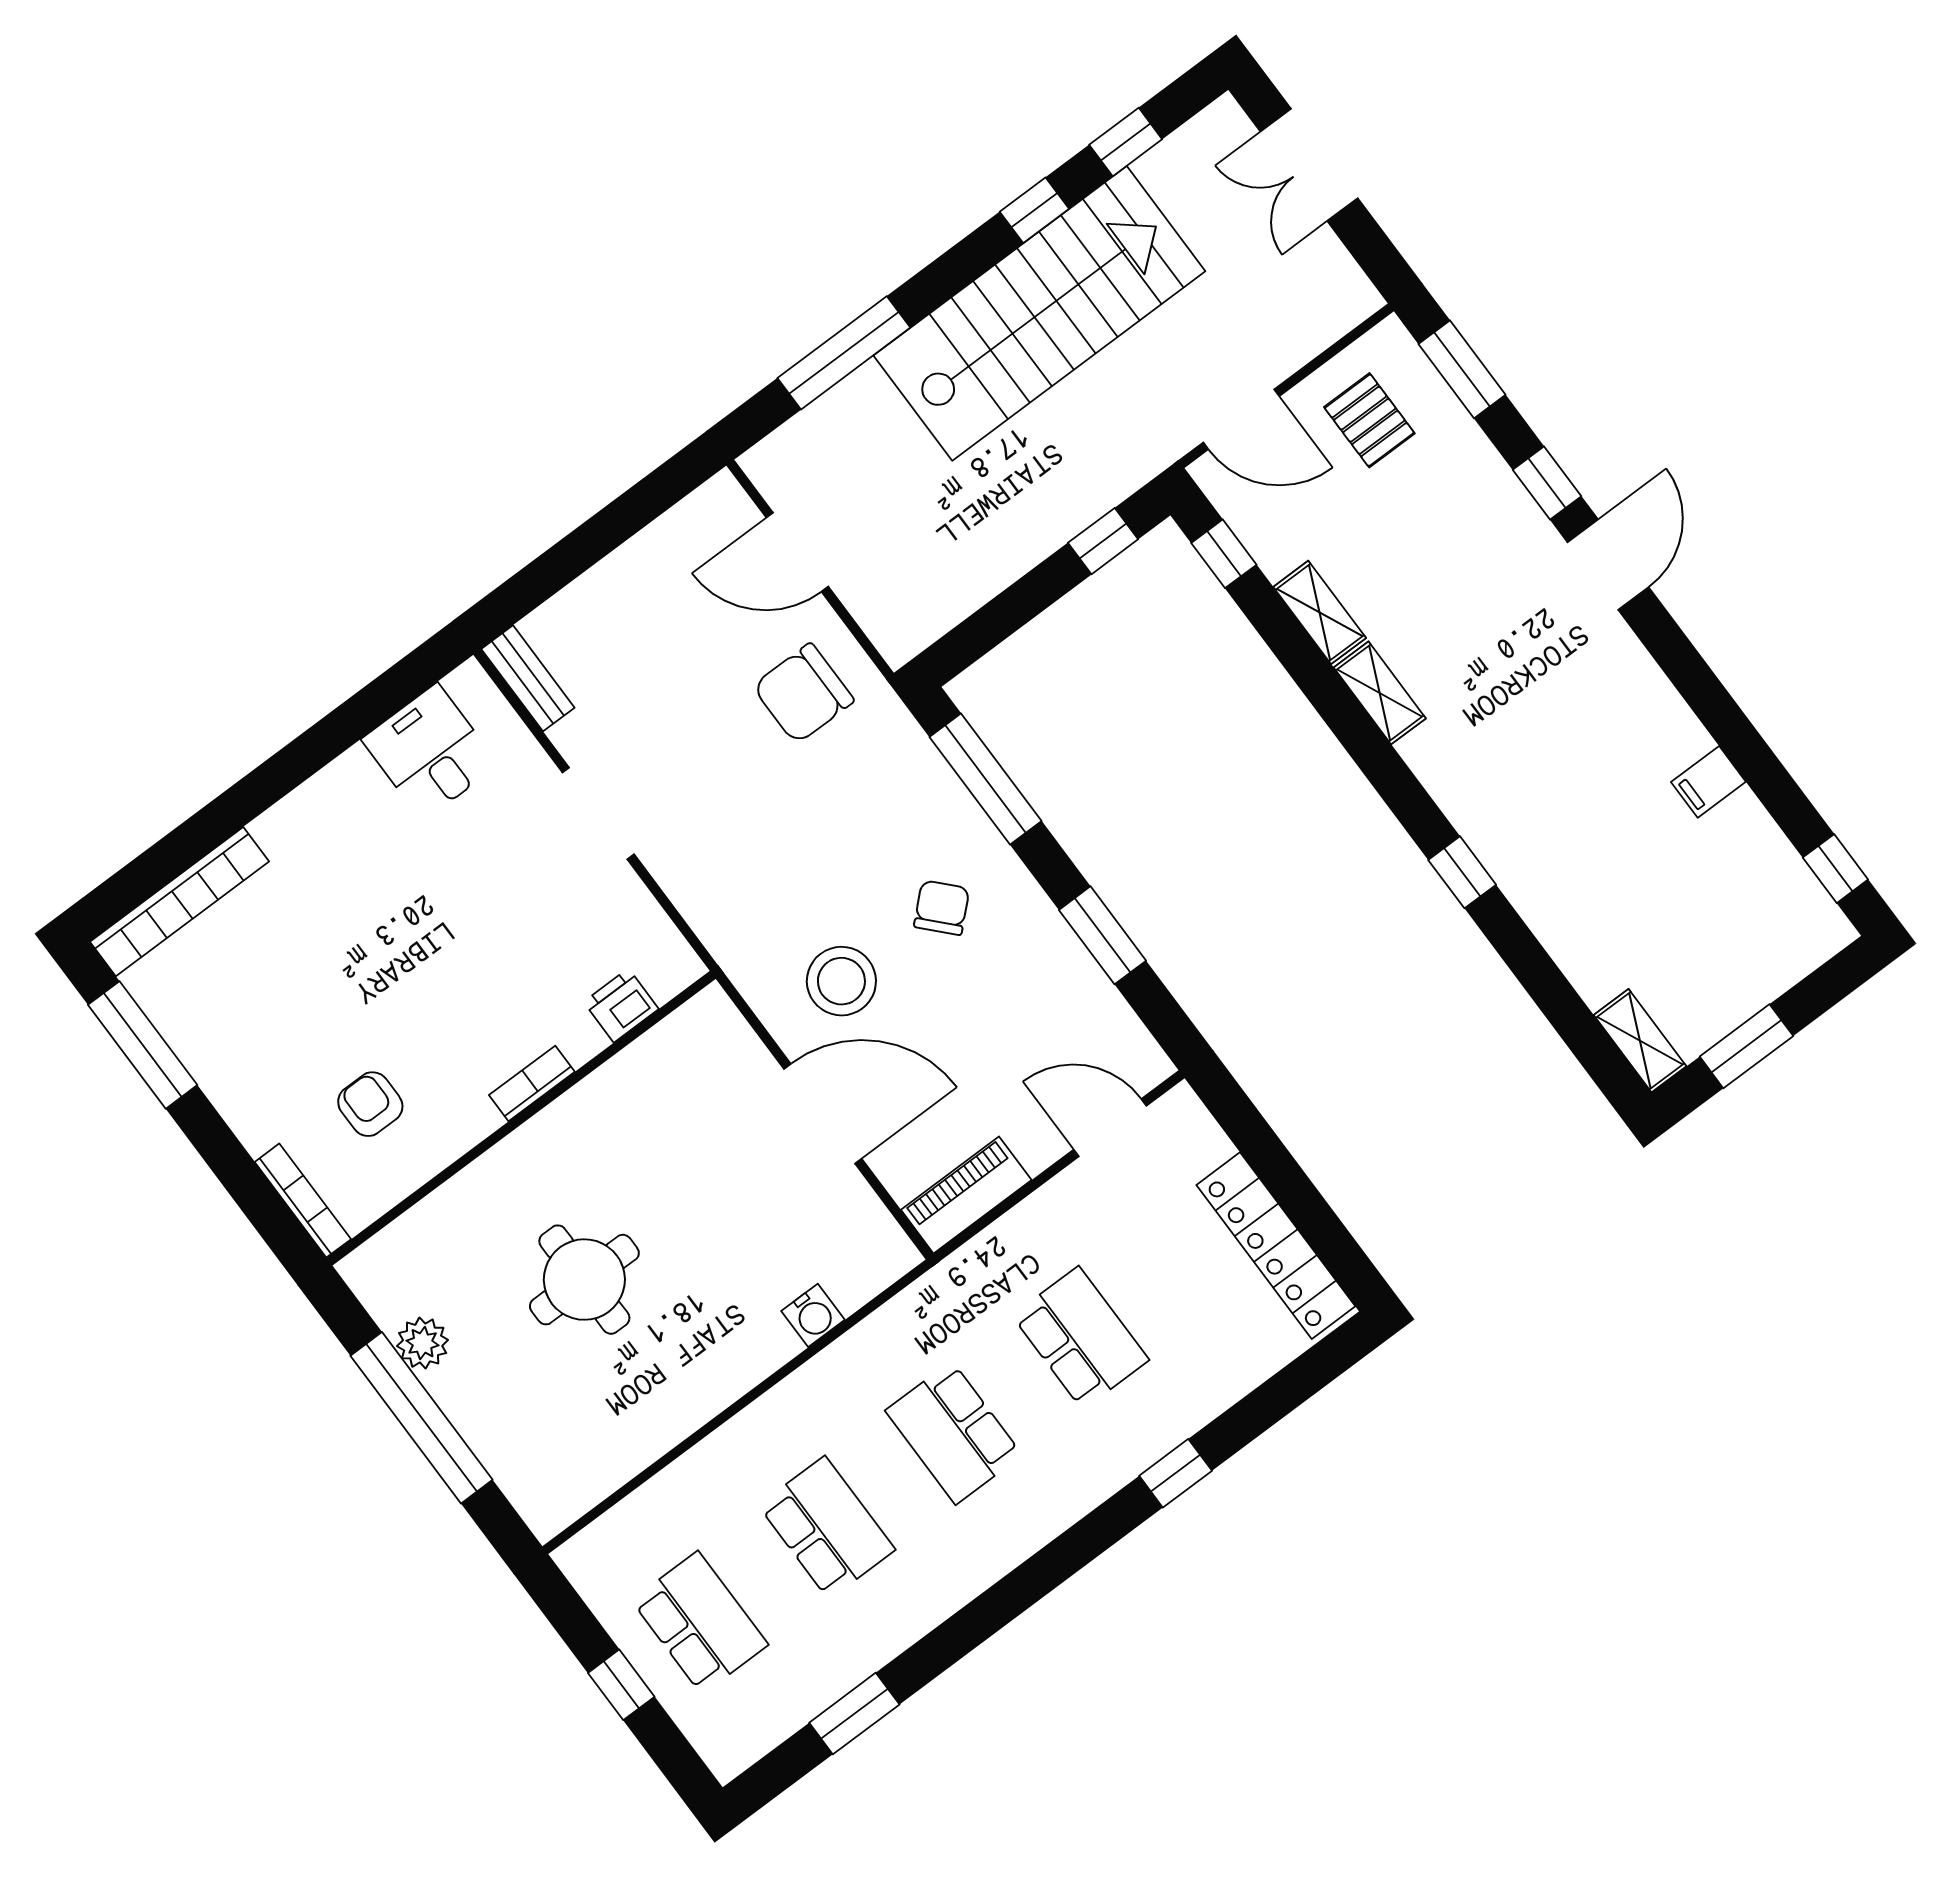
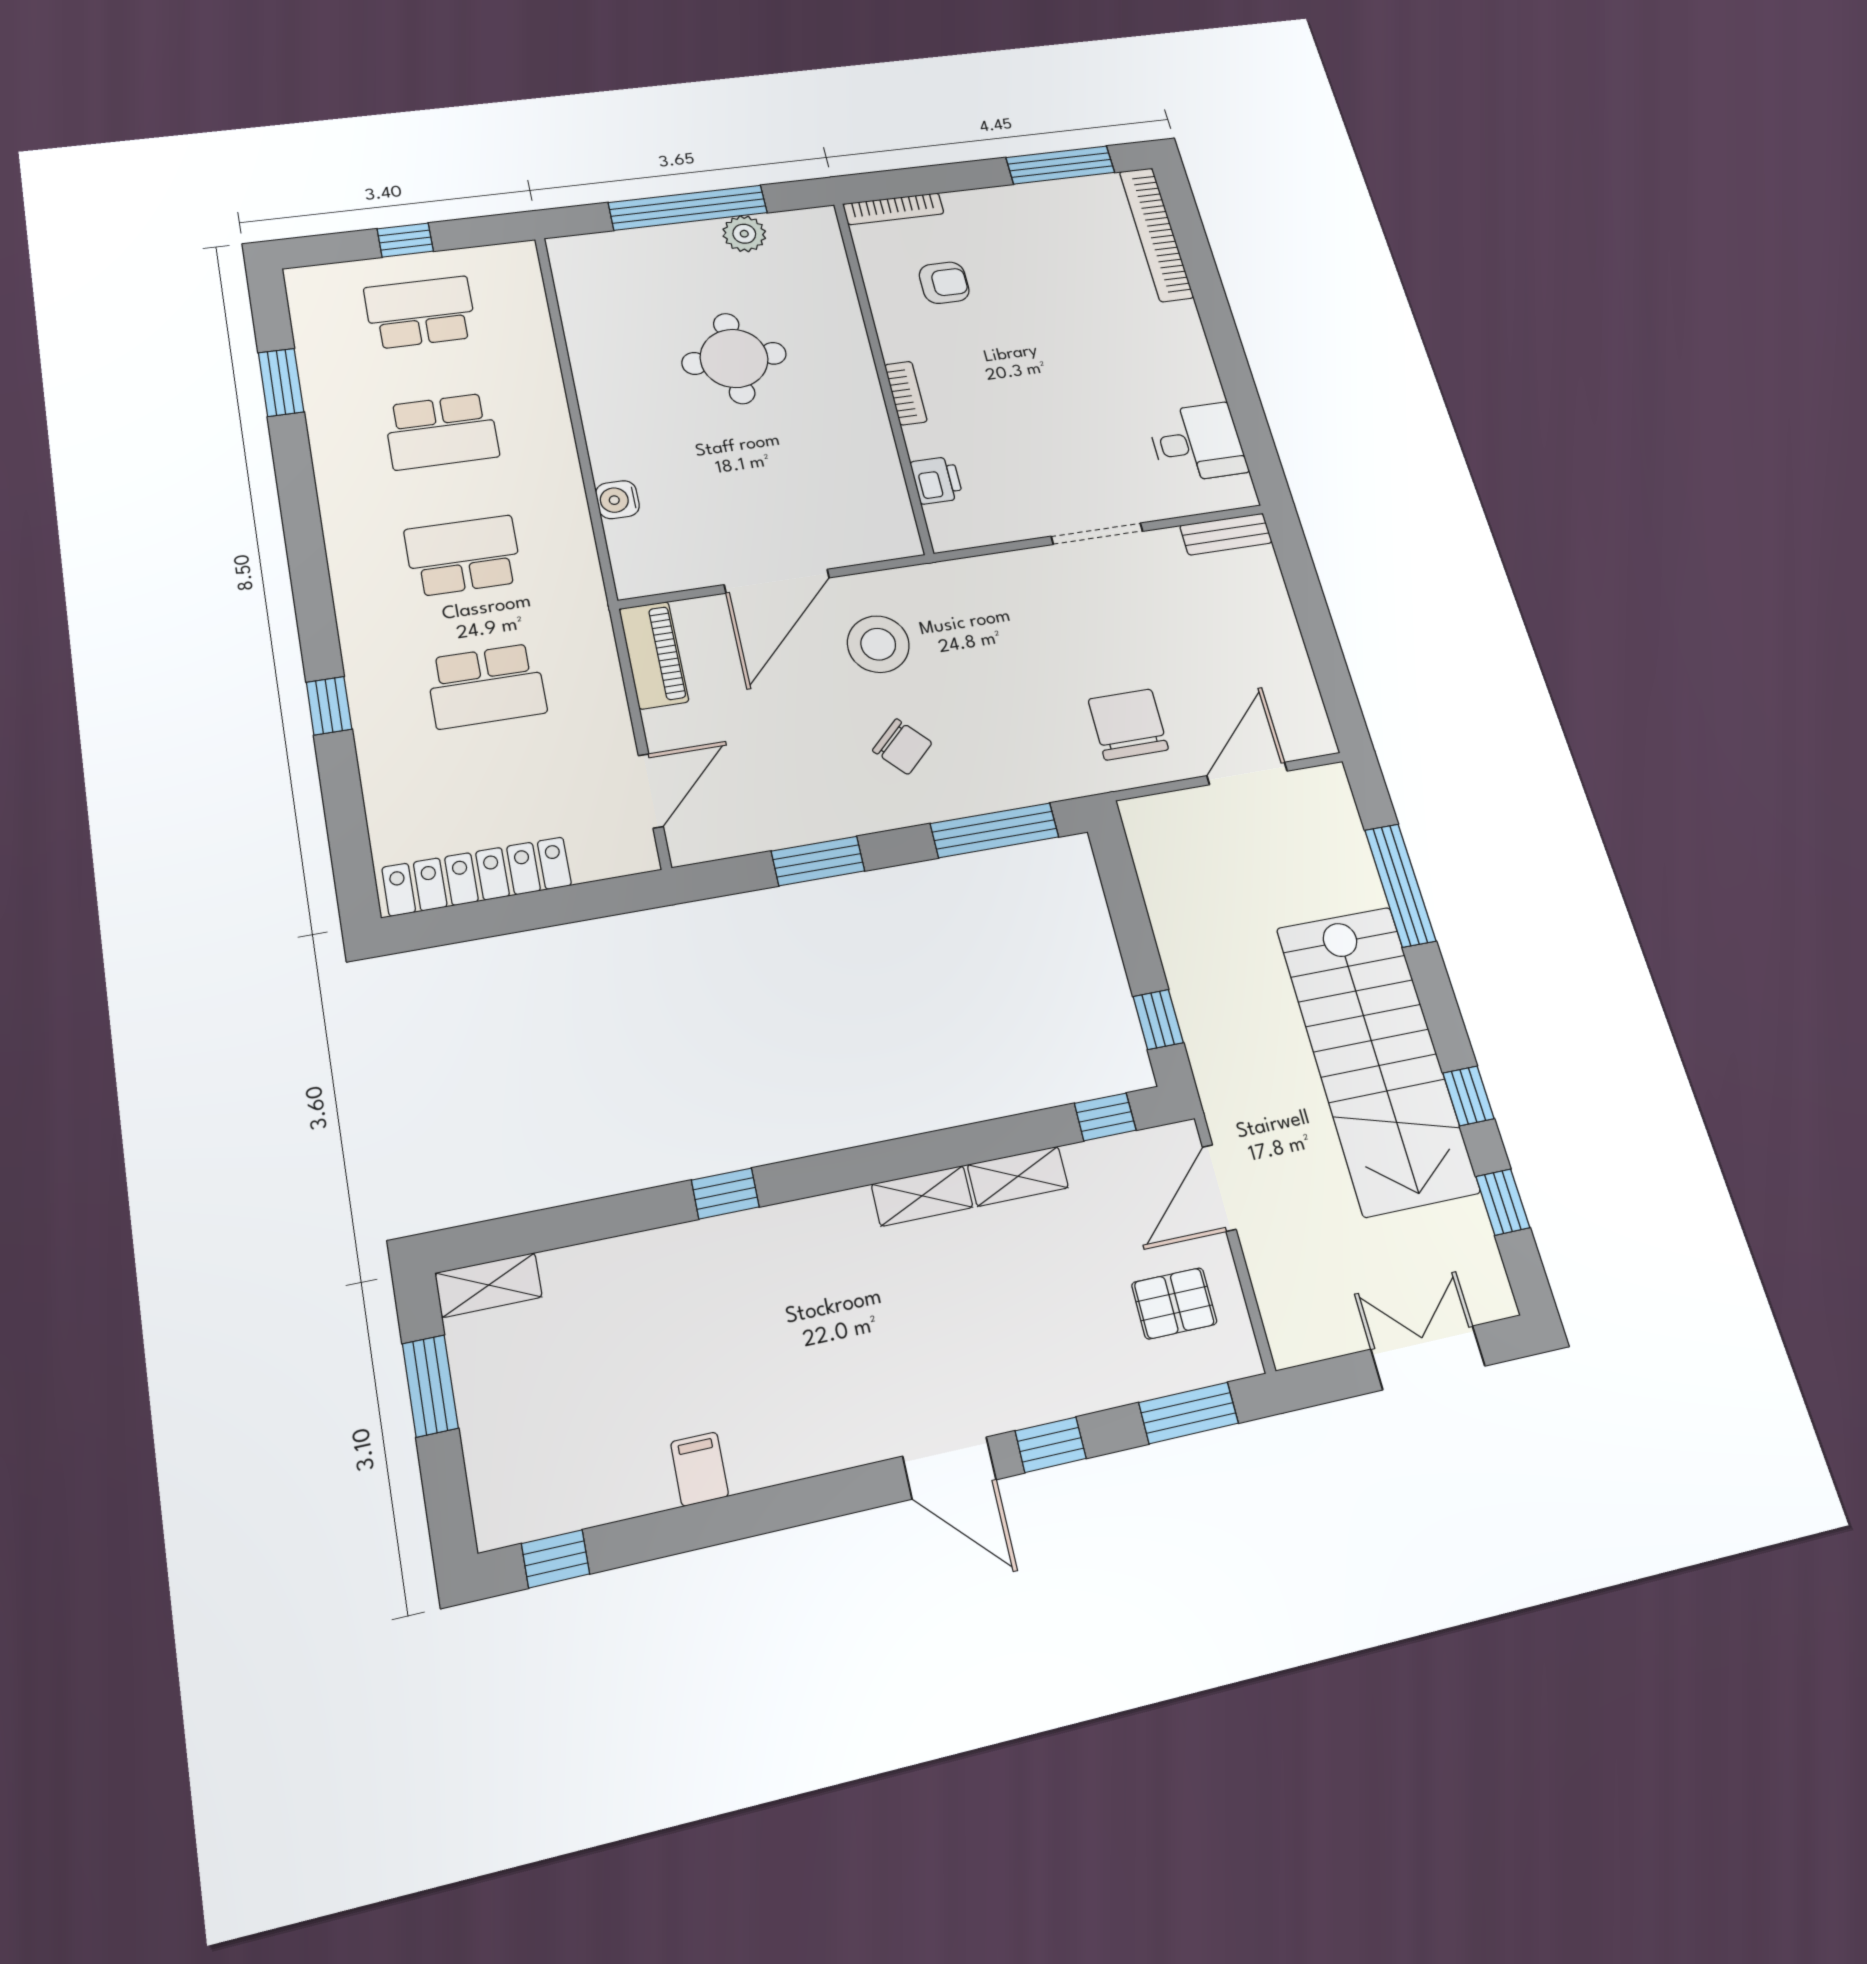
school desk: (700, 1623) -> (420, 312), turned 180

